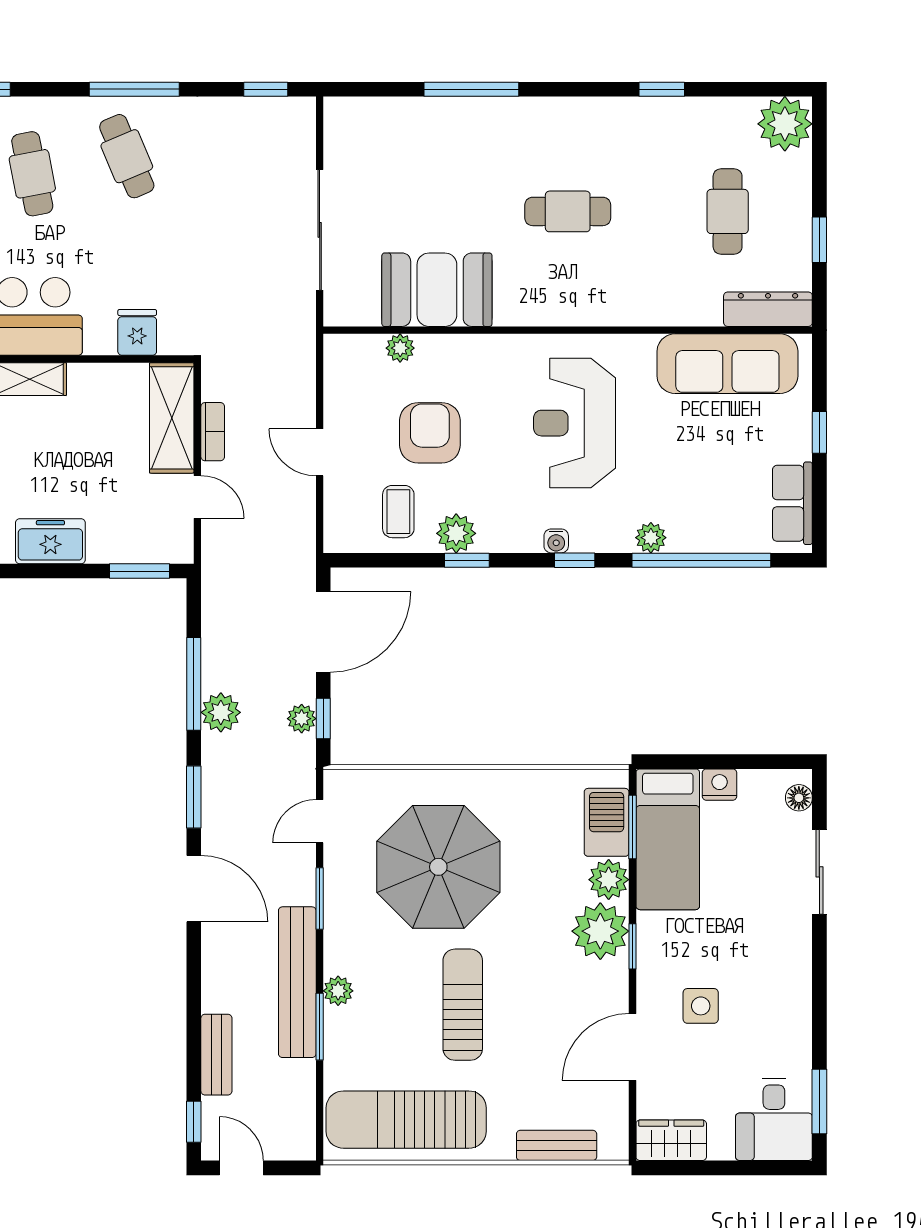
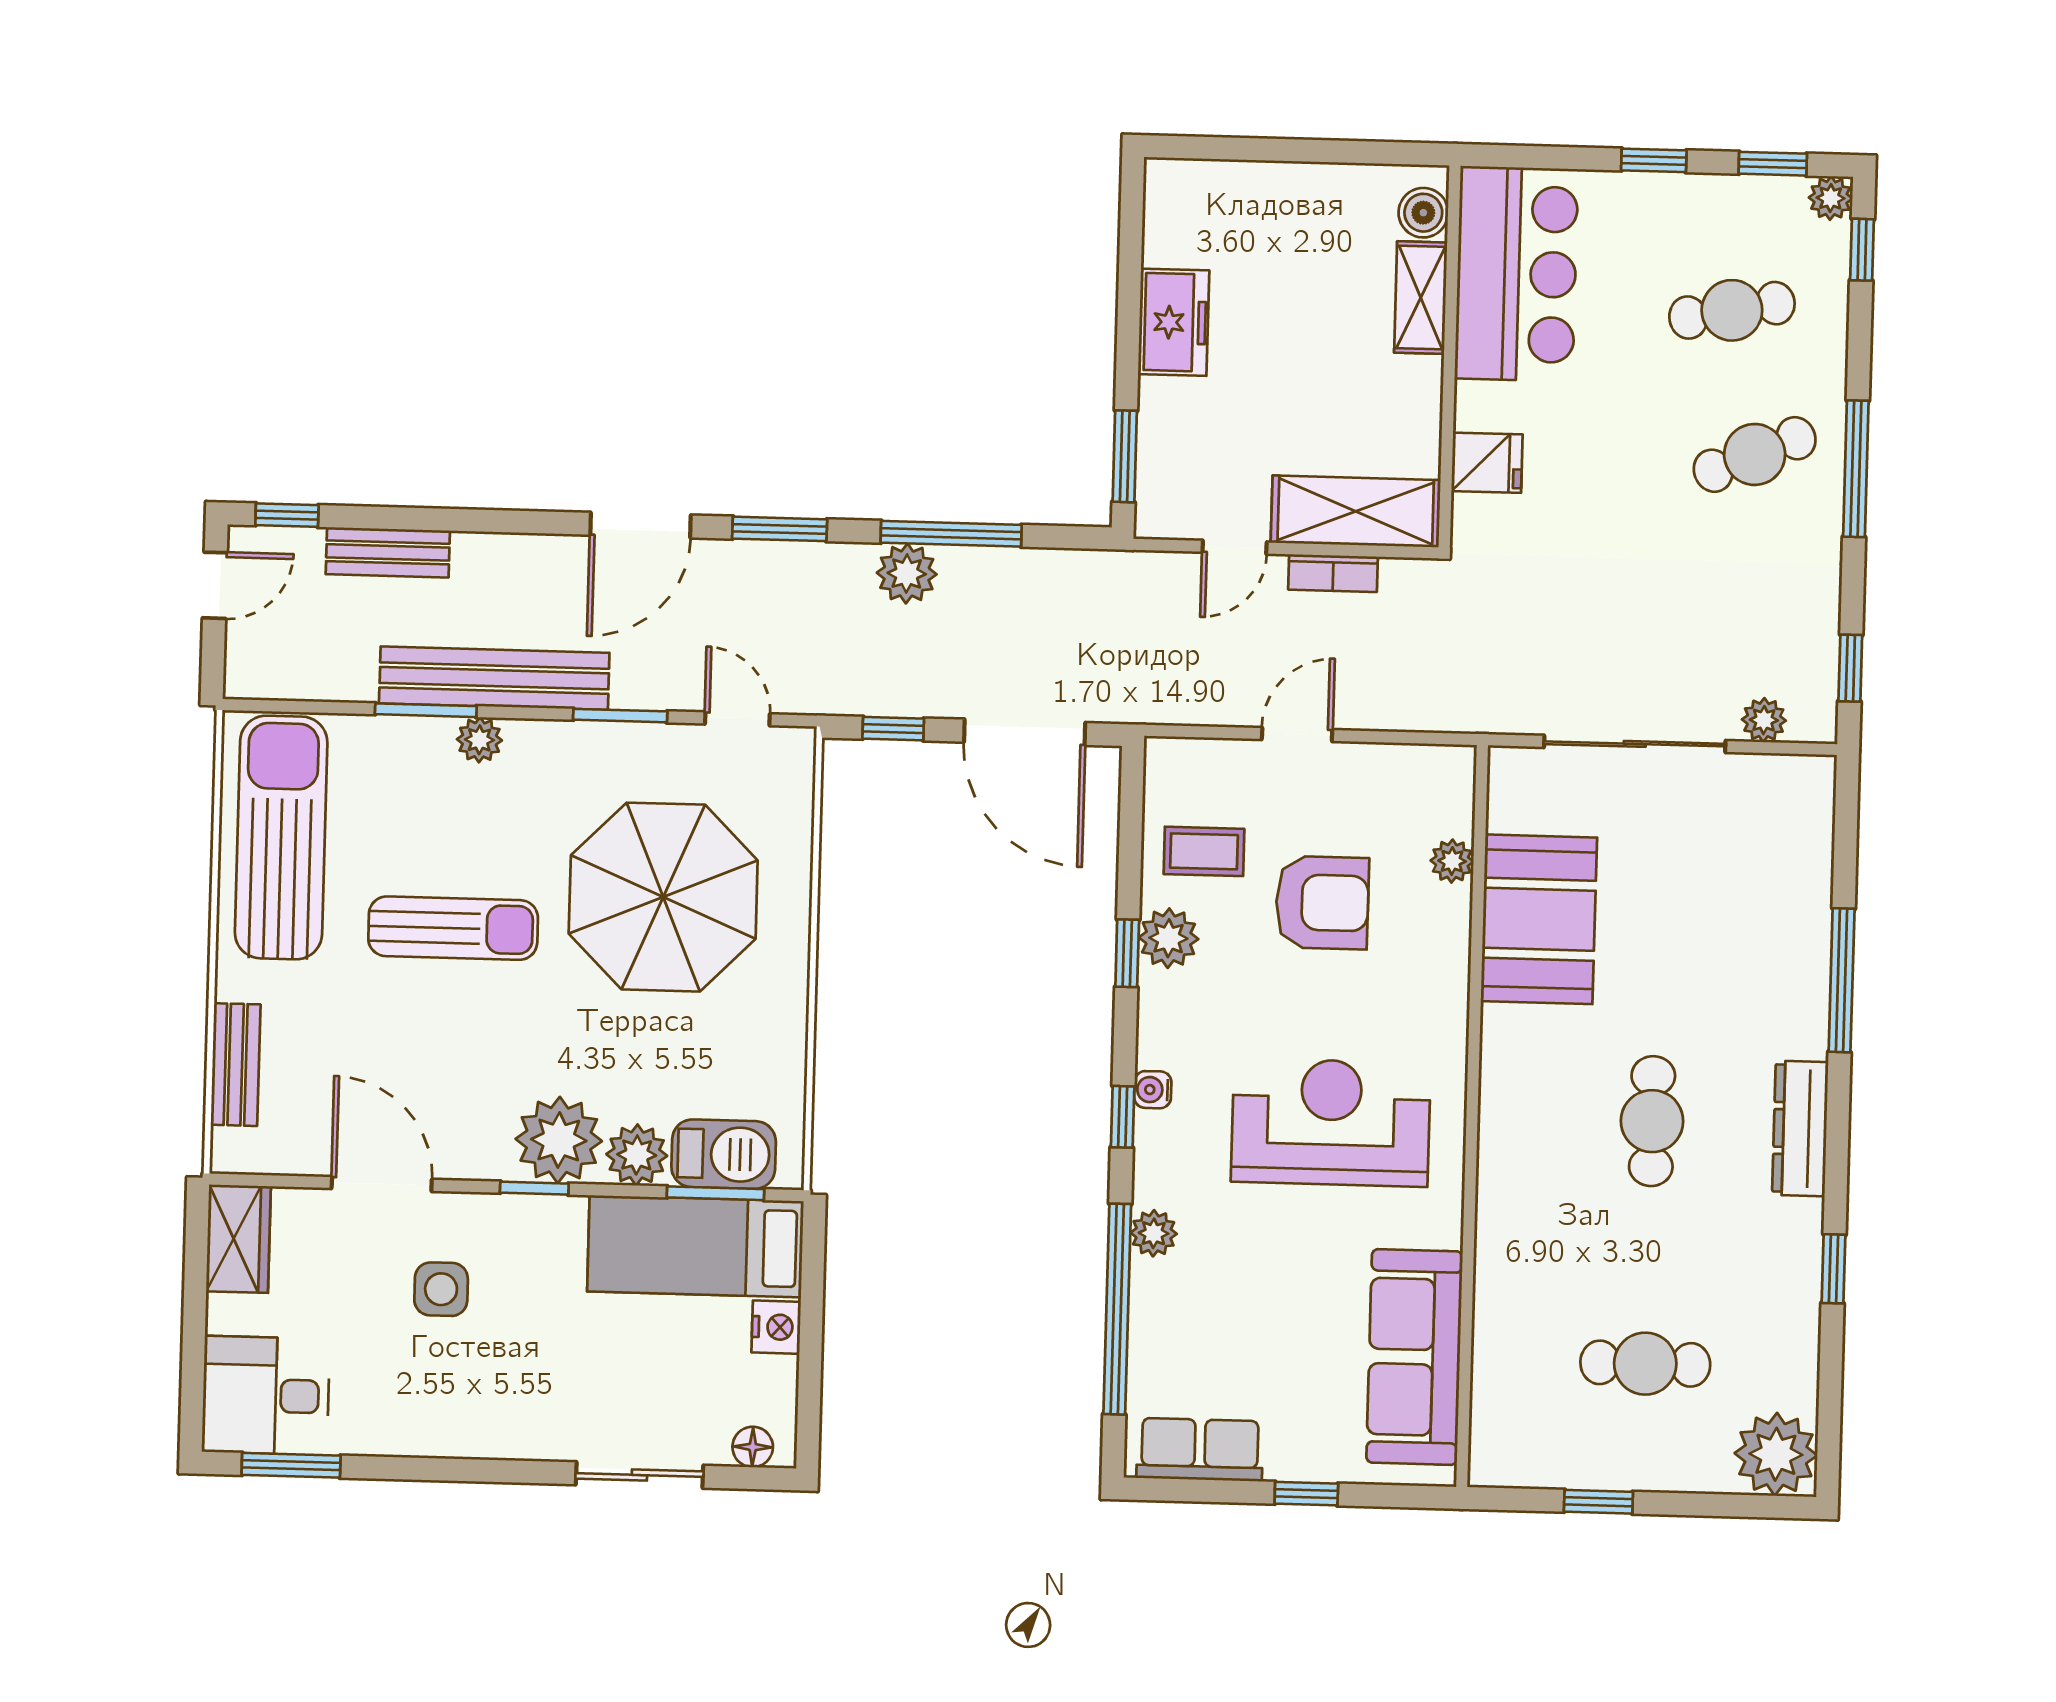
dresser: (768, 309) -> (1800, 1129), moved, turned 180
plant: (302, 719) -> (1764, 720), moved

